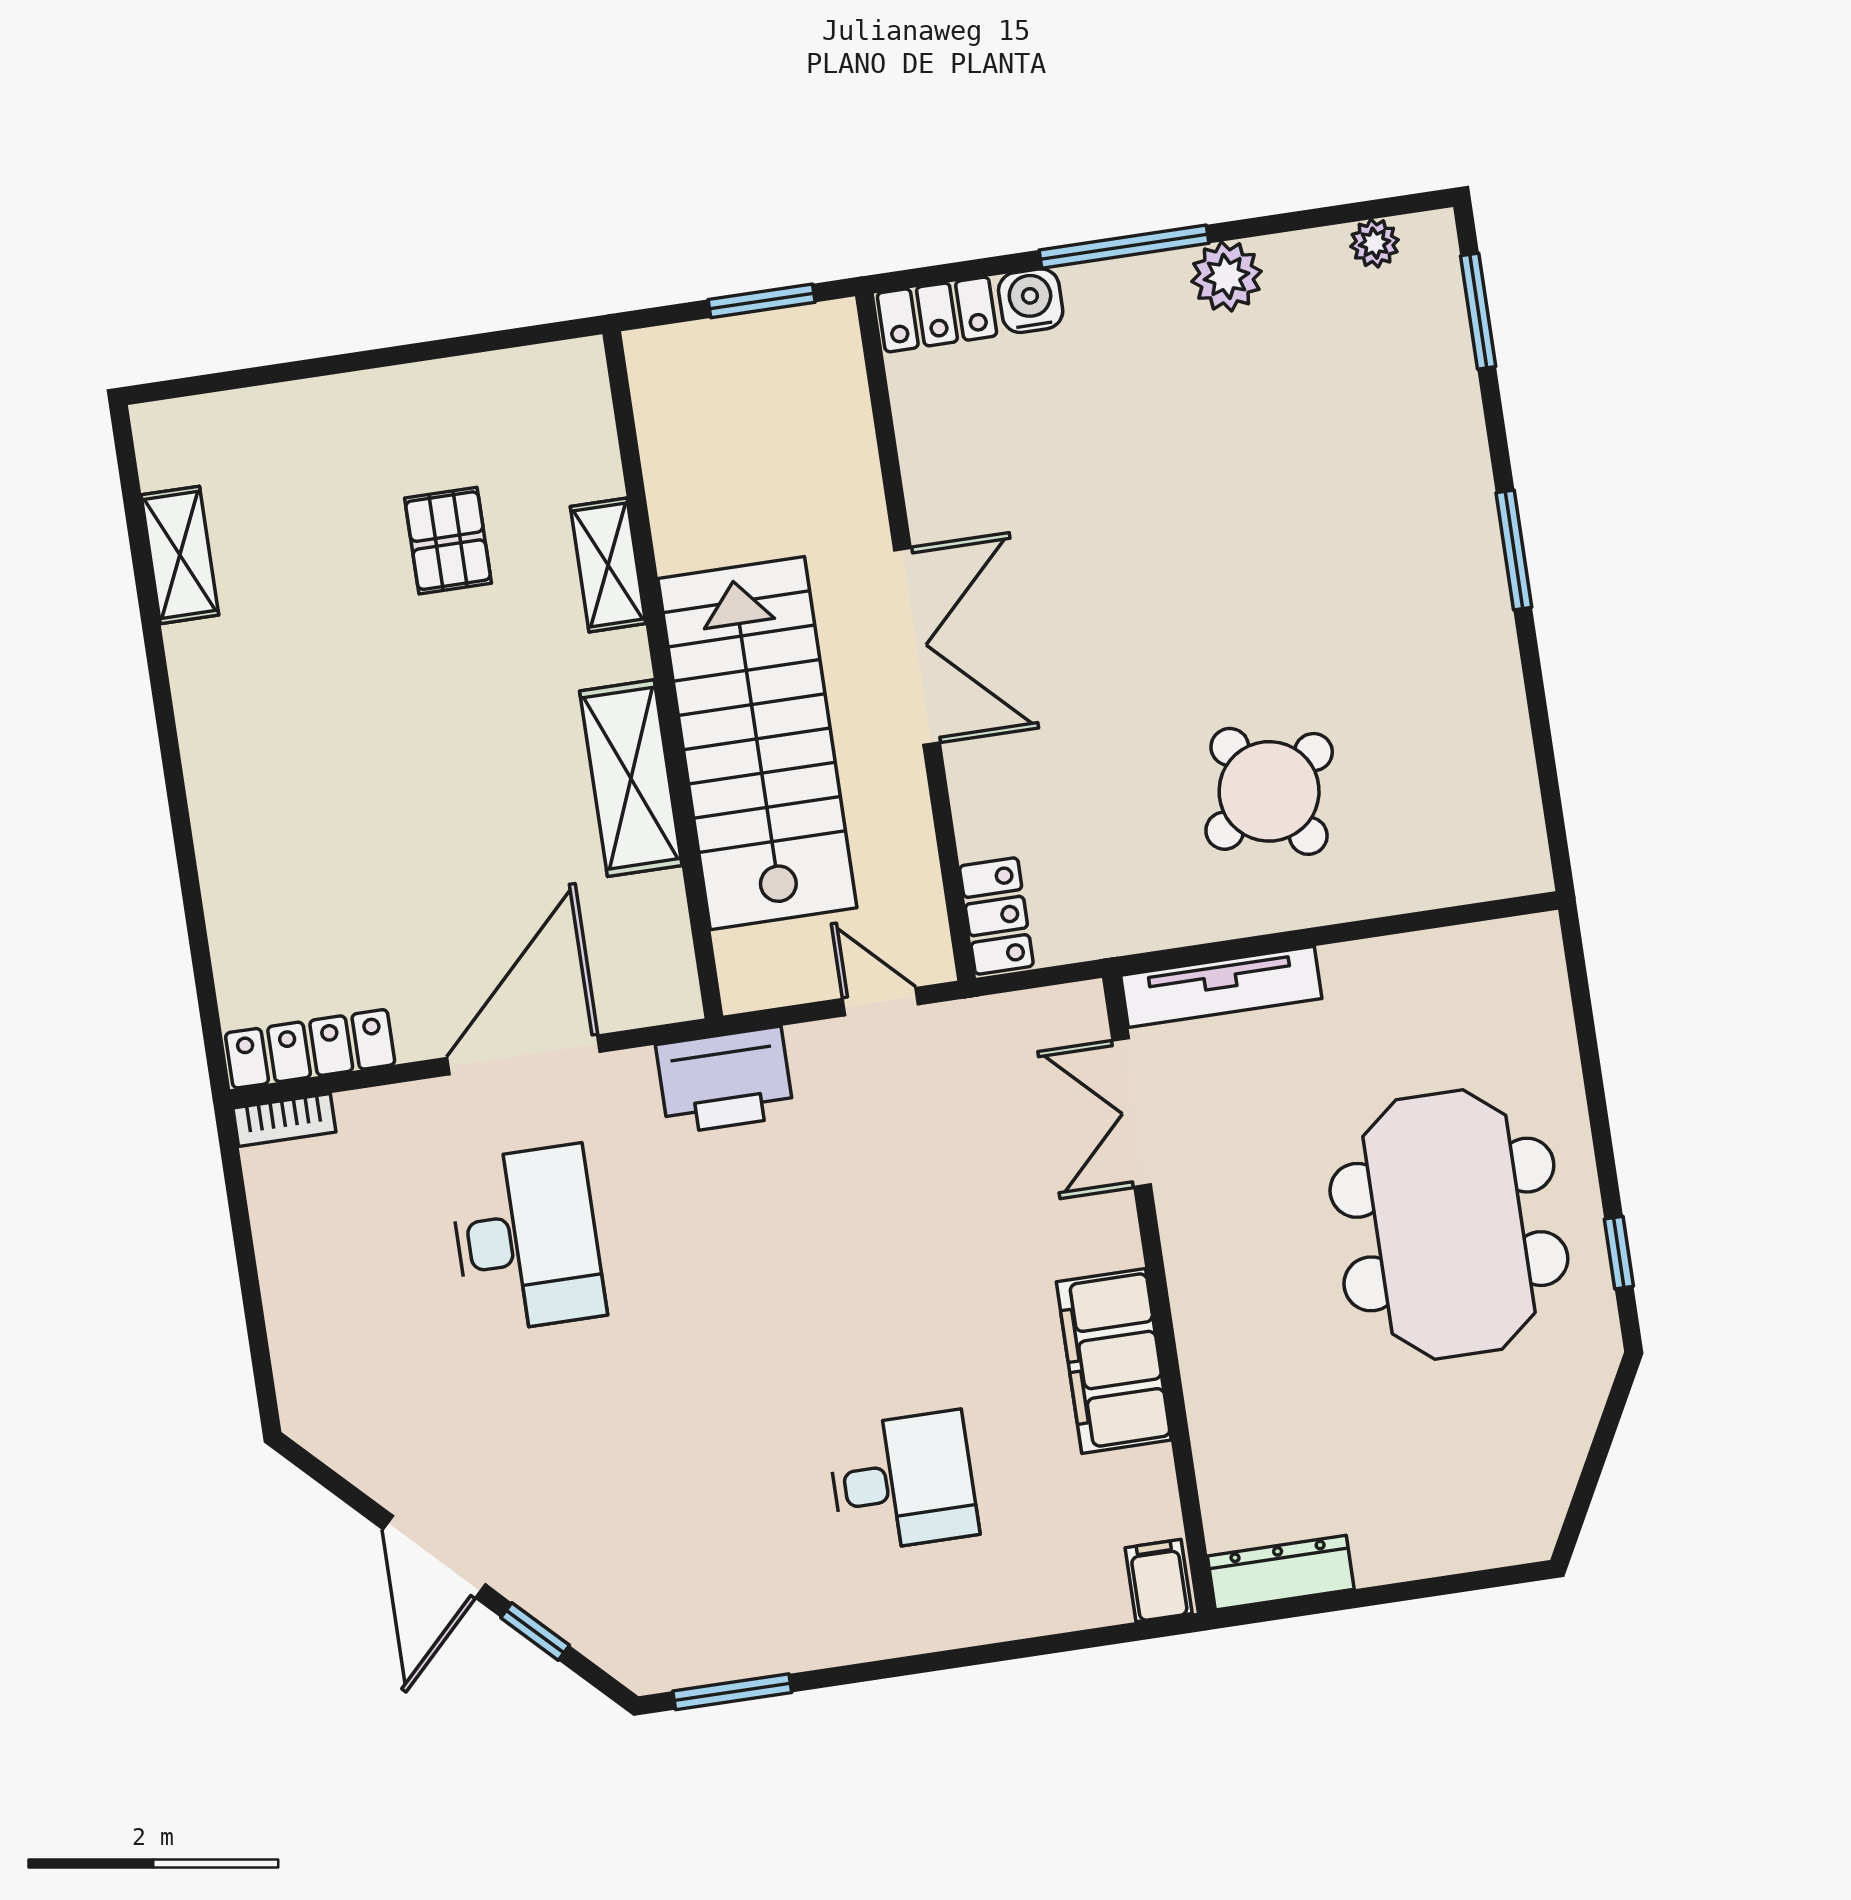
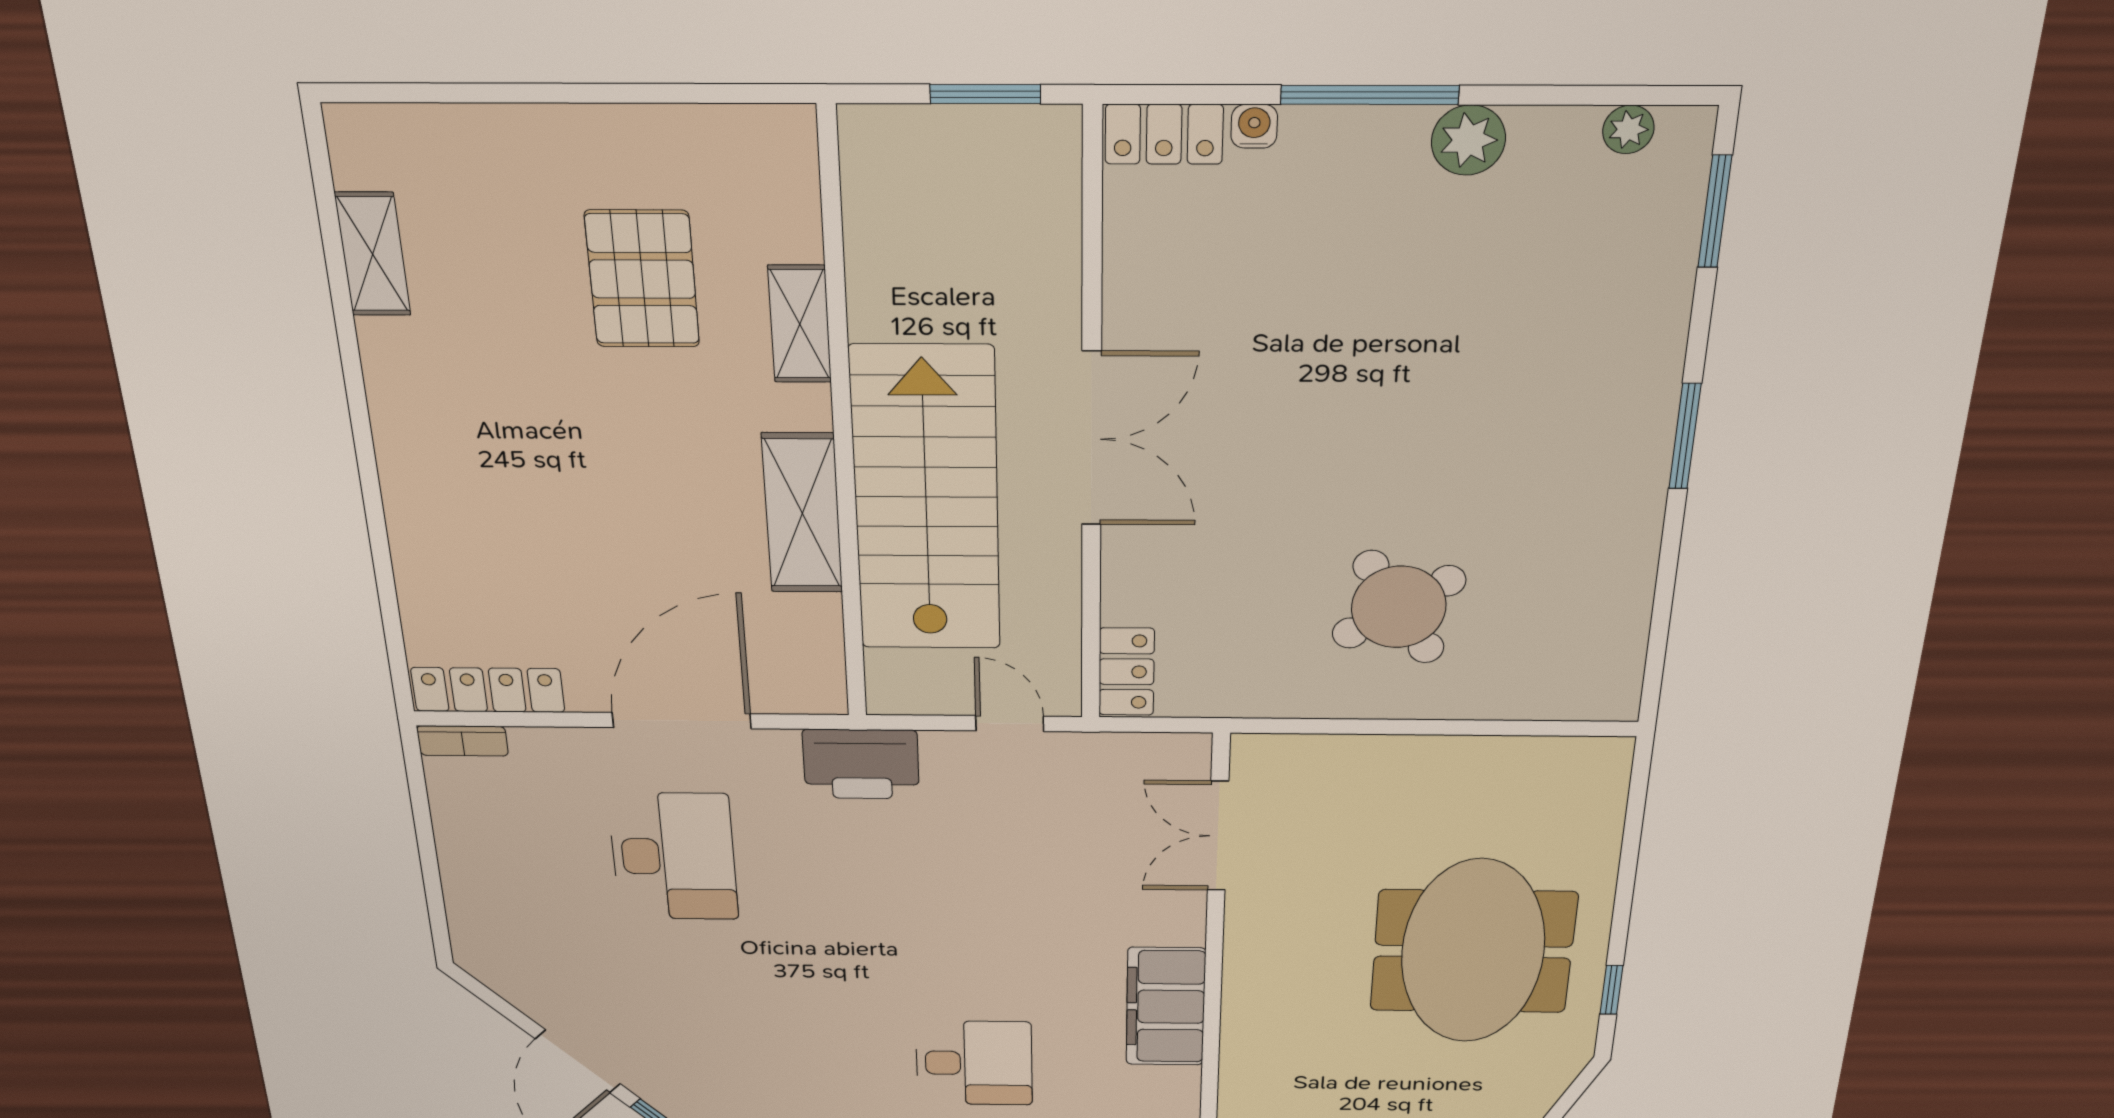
water cooler: (1031, 301) -> (1254, 126), width x0.72, depth x0.72
pallet: (448, 541) -> (642, 279), width x1.50, depth x1.42
tv unit: (1221, 987) -> (1318, 754), removed

